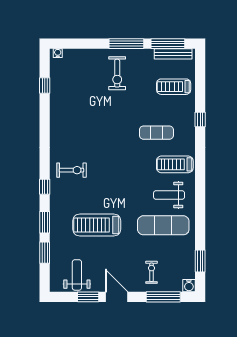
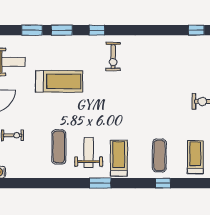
exercise mat: (156, 133) -> (159, 155), moved
treadmill: (97, 225) -> (59, 81), turned 90
exercise mat: (163, 225) -> (59, 147), width x0.73, depth x0.69
window: (200, 261) -> (100, 183), moved

